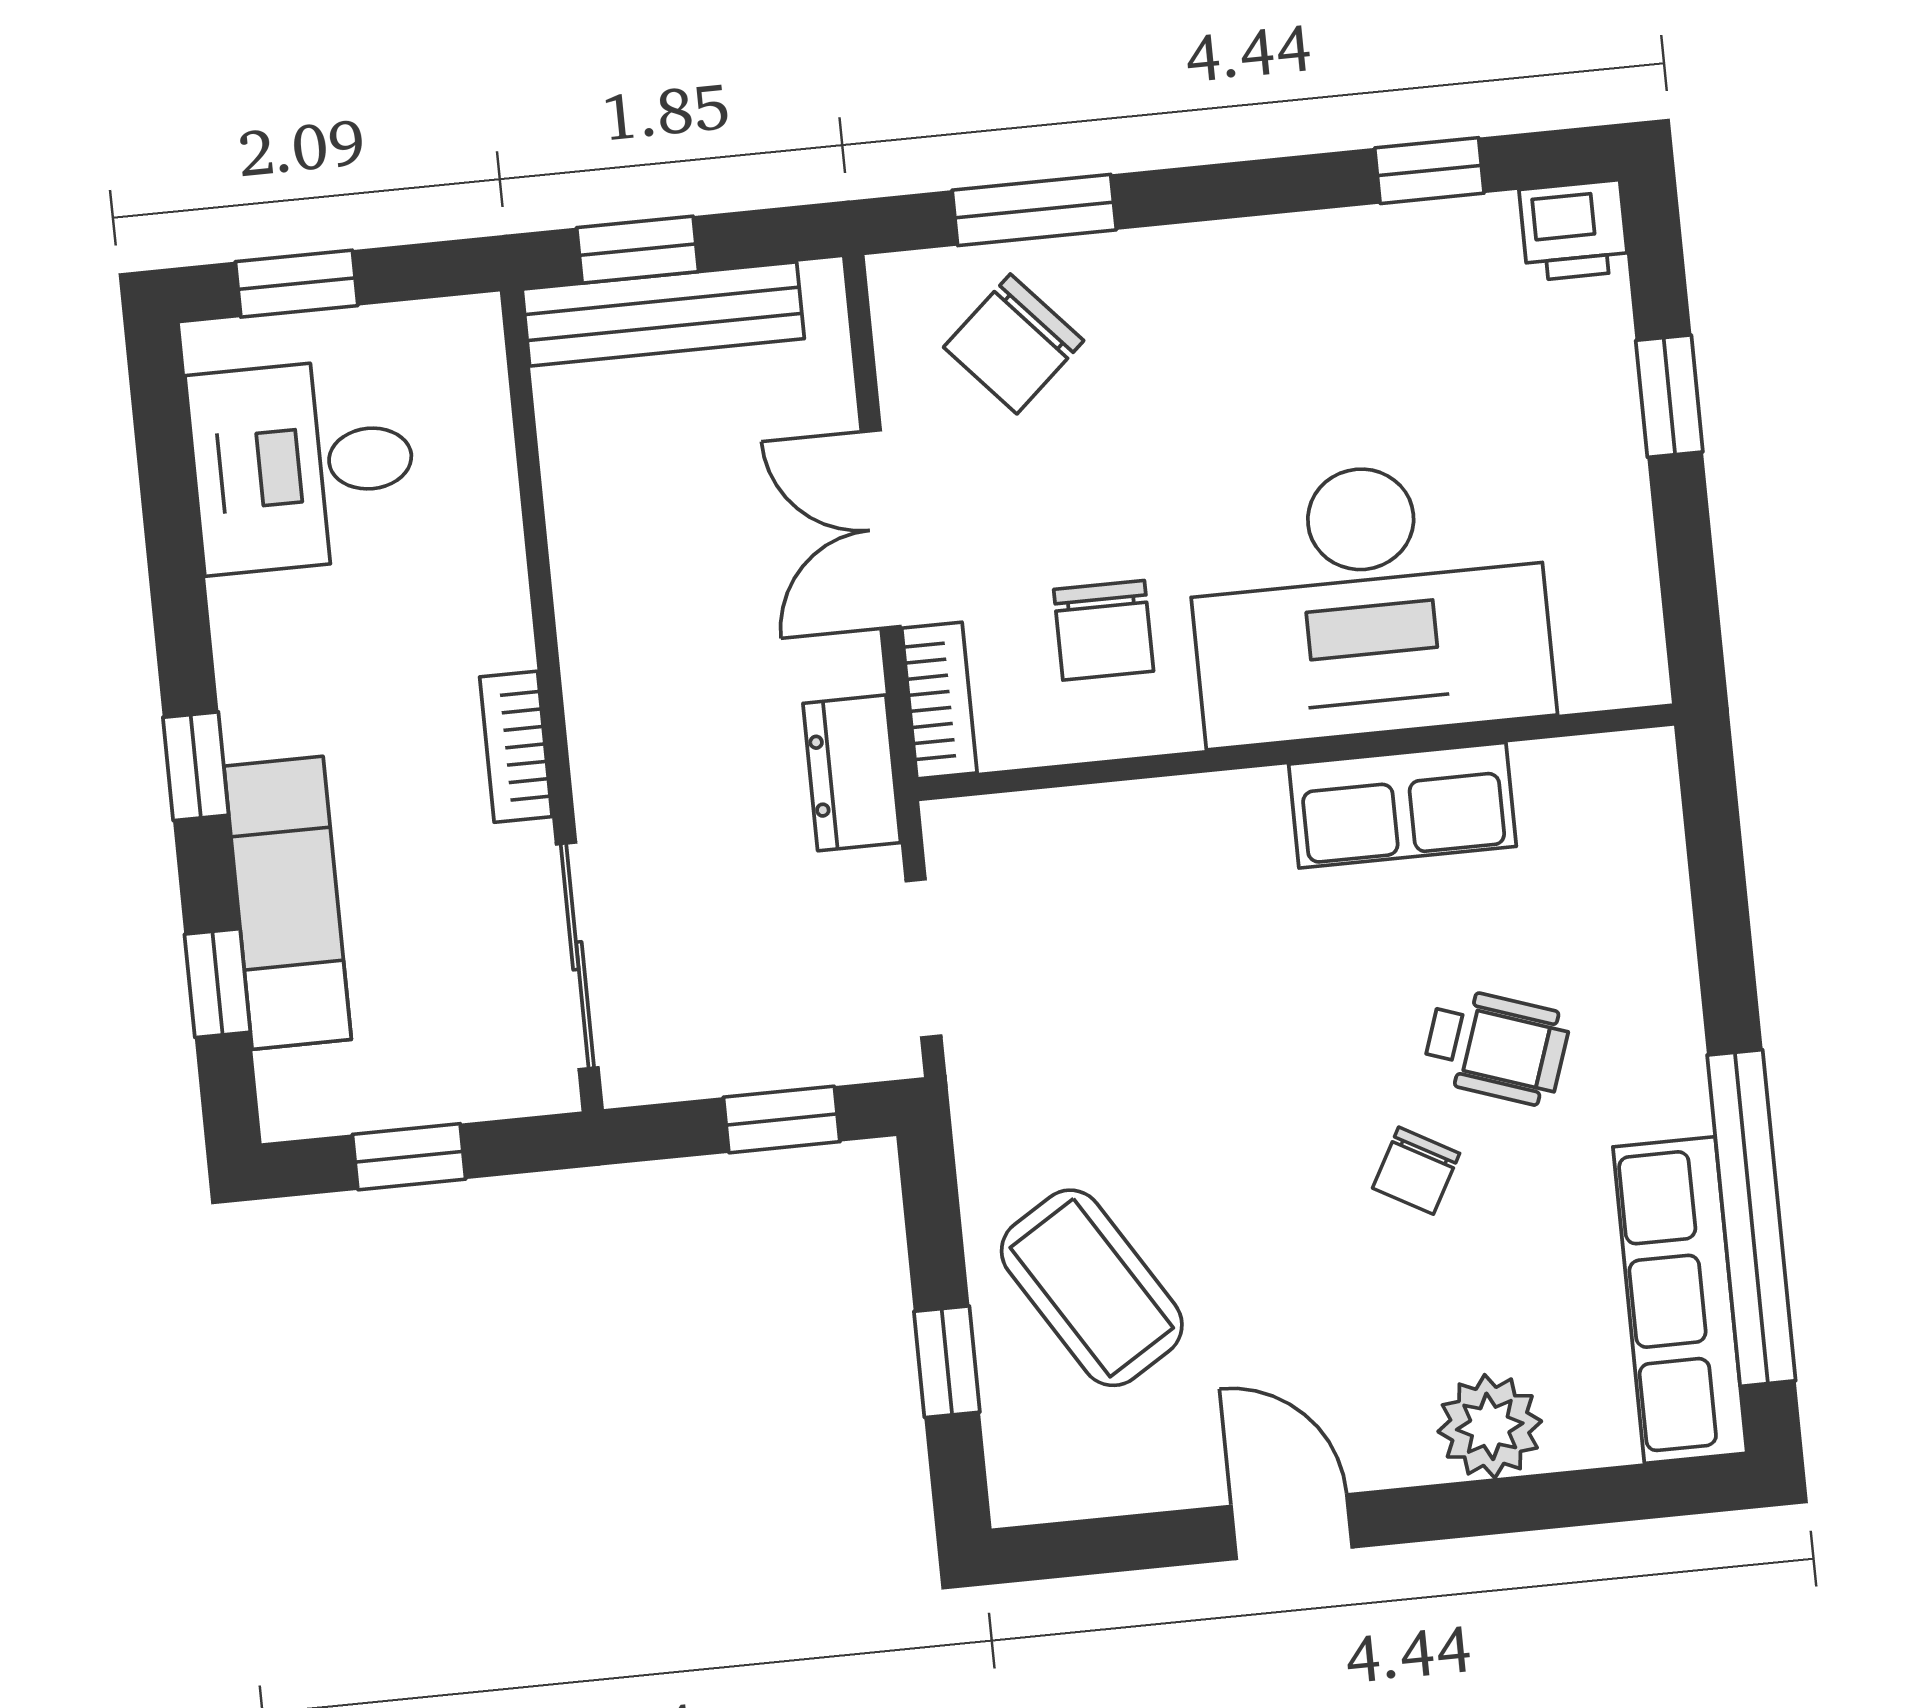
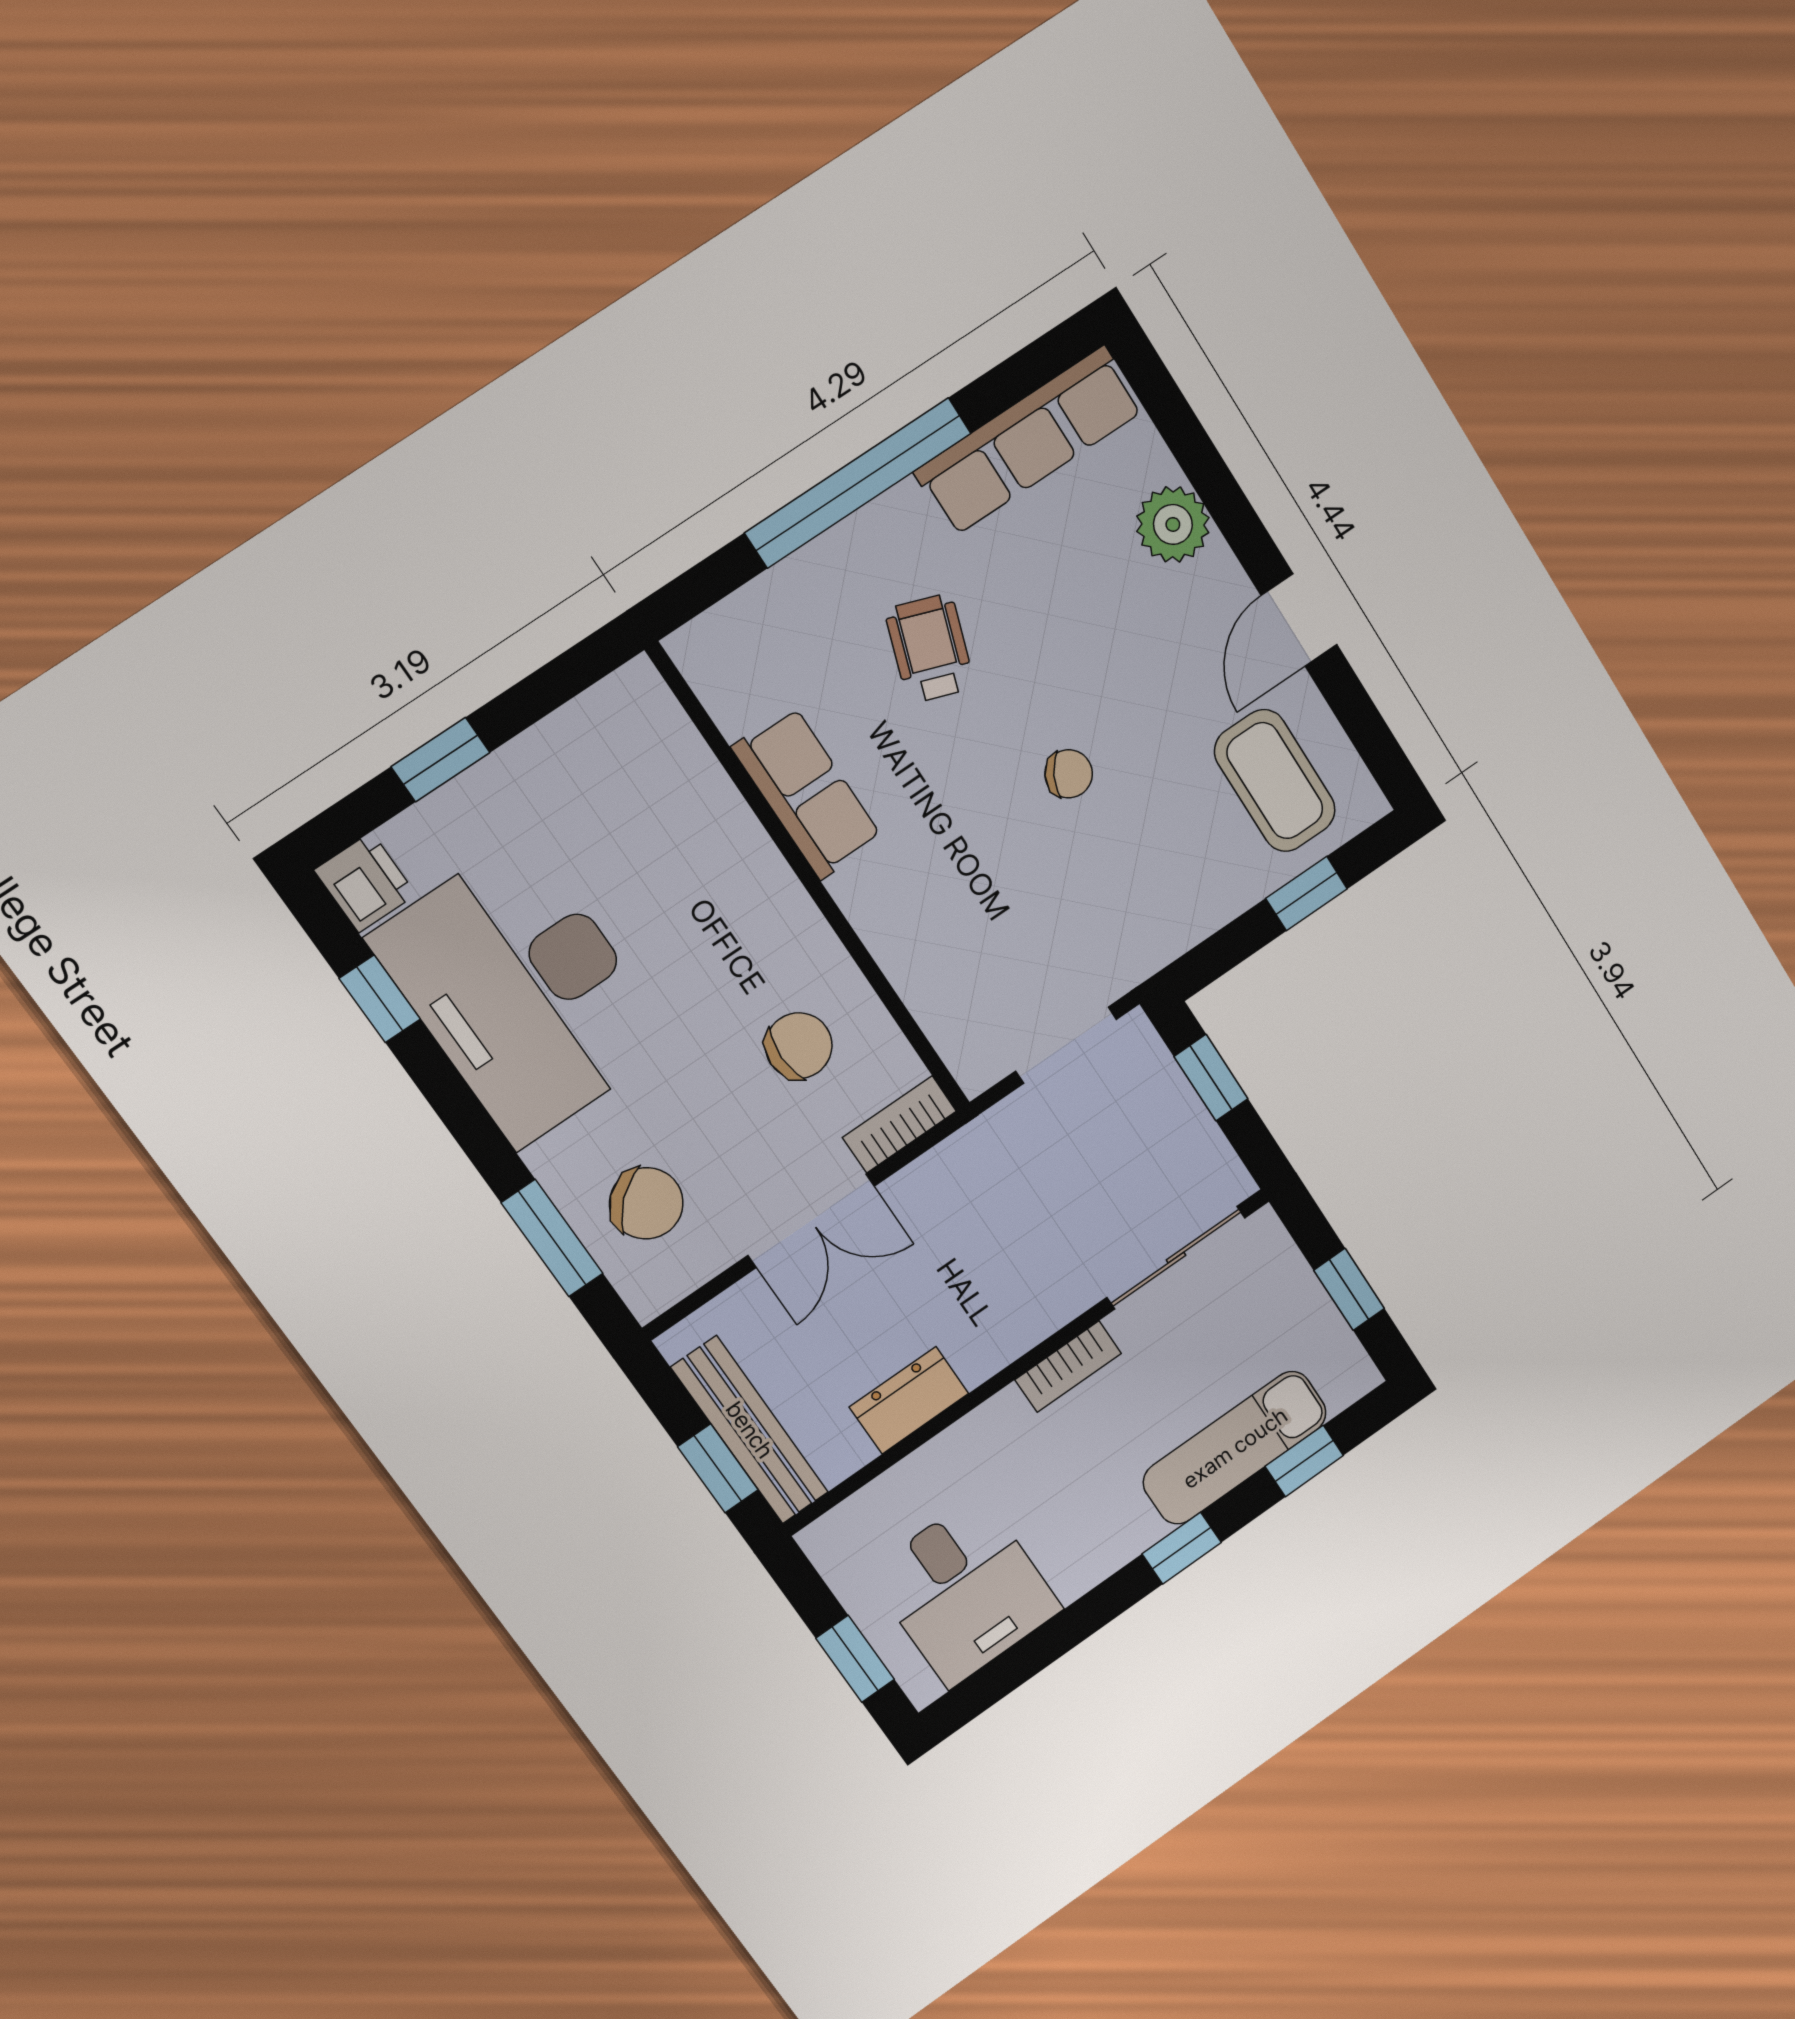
desk: (1369, 601) -> (522, 991), moved, turned 180
dresser: (852, 773) -> (909, 1400), moved, turned 180
chair: (1416, 1171) -> (1069, 774), moved
window: (1751, 1218) -> (858, 483), moved
coffee table: (1092, 1288) -> (1275, 781), moved, turned -58

